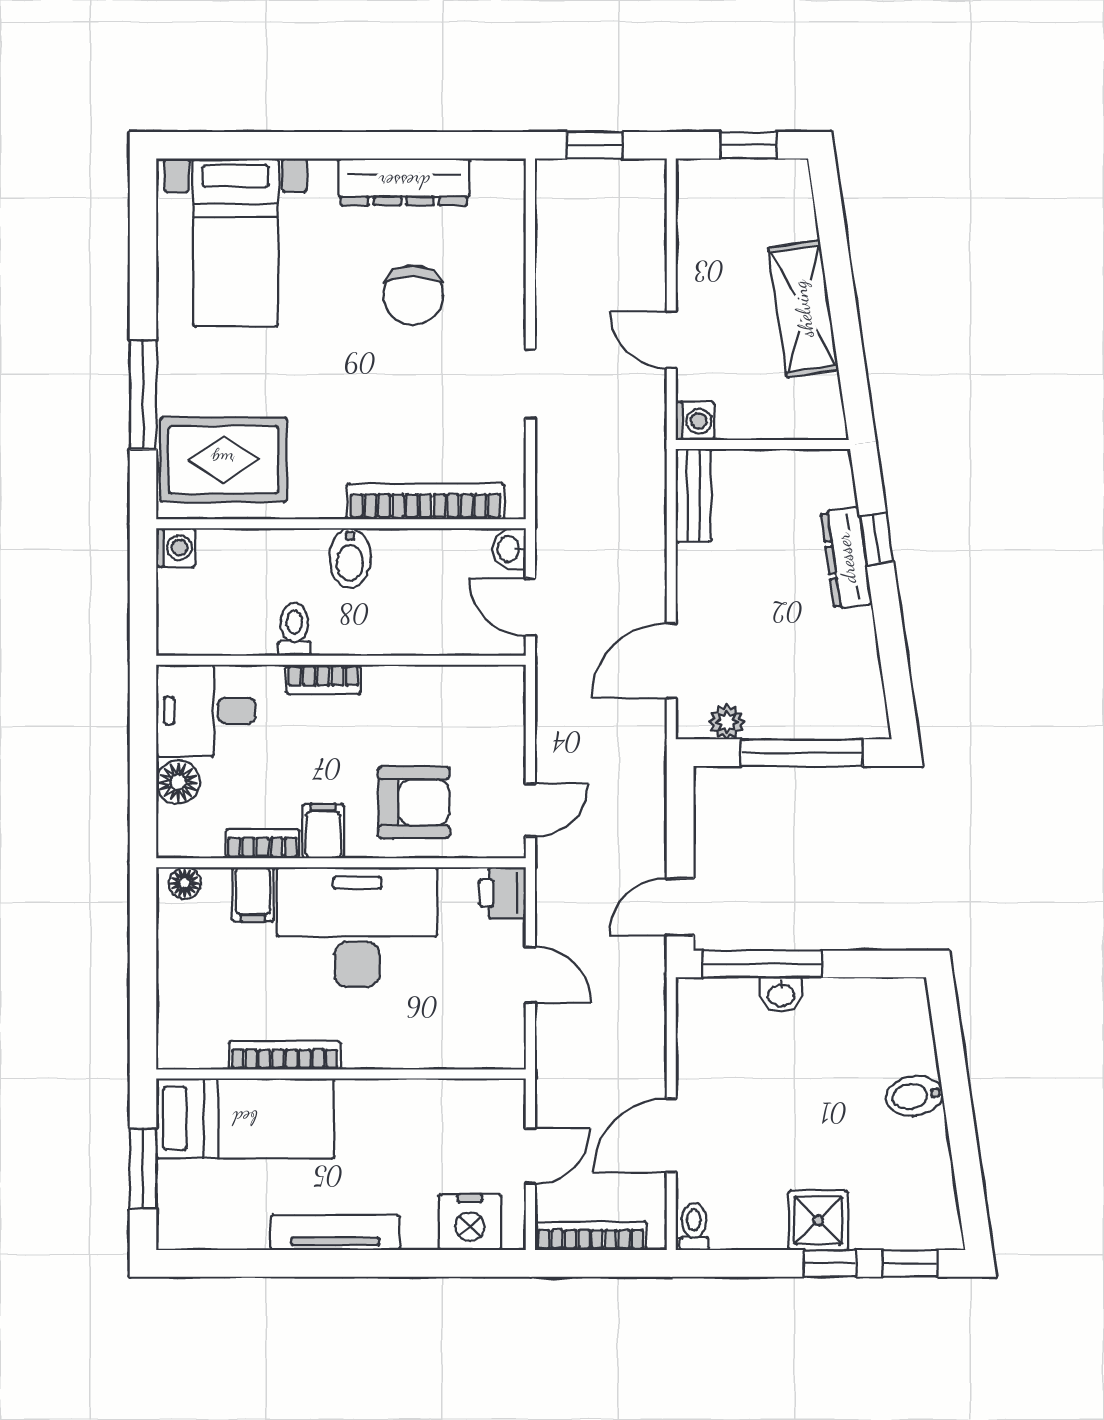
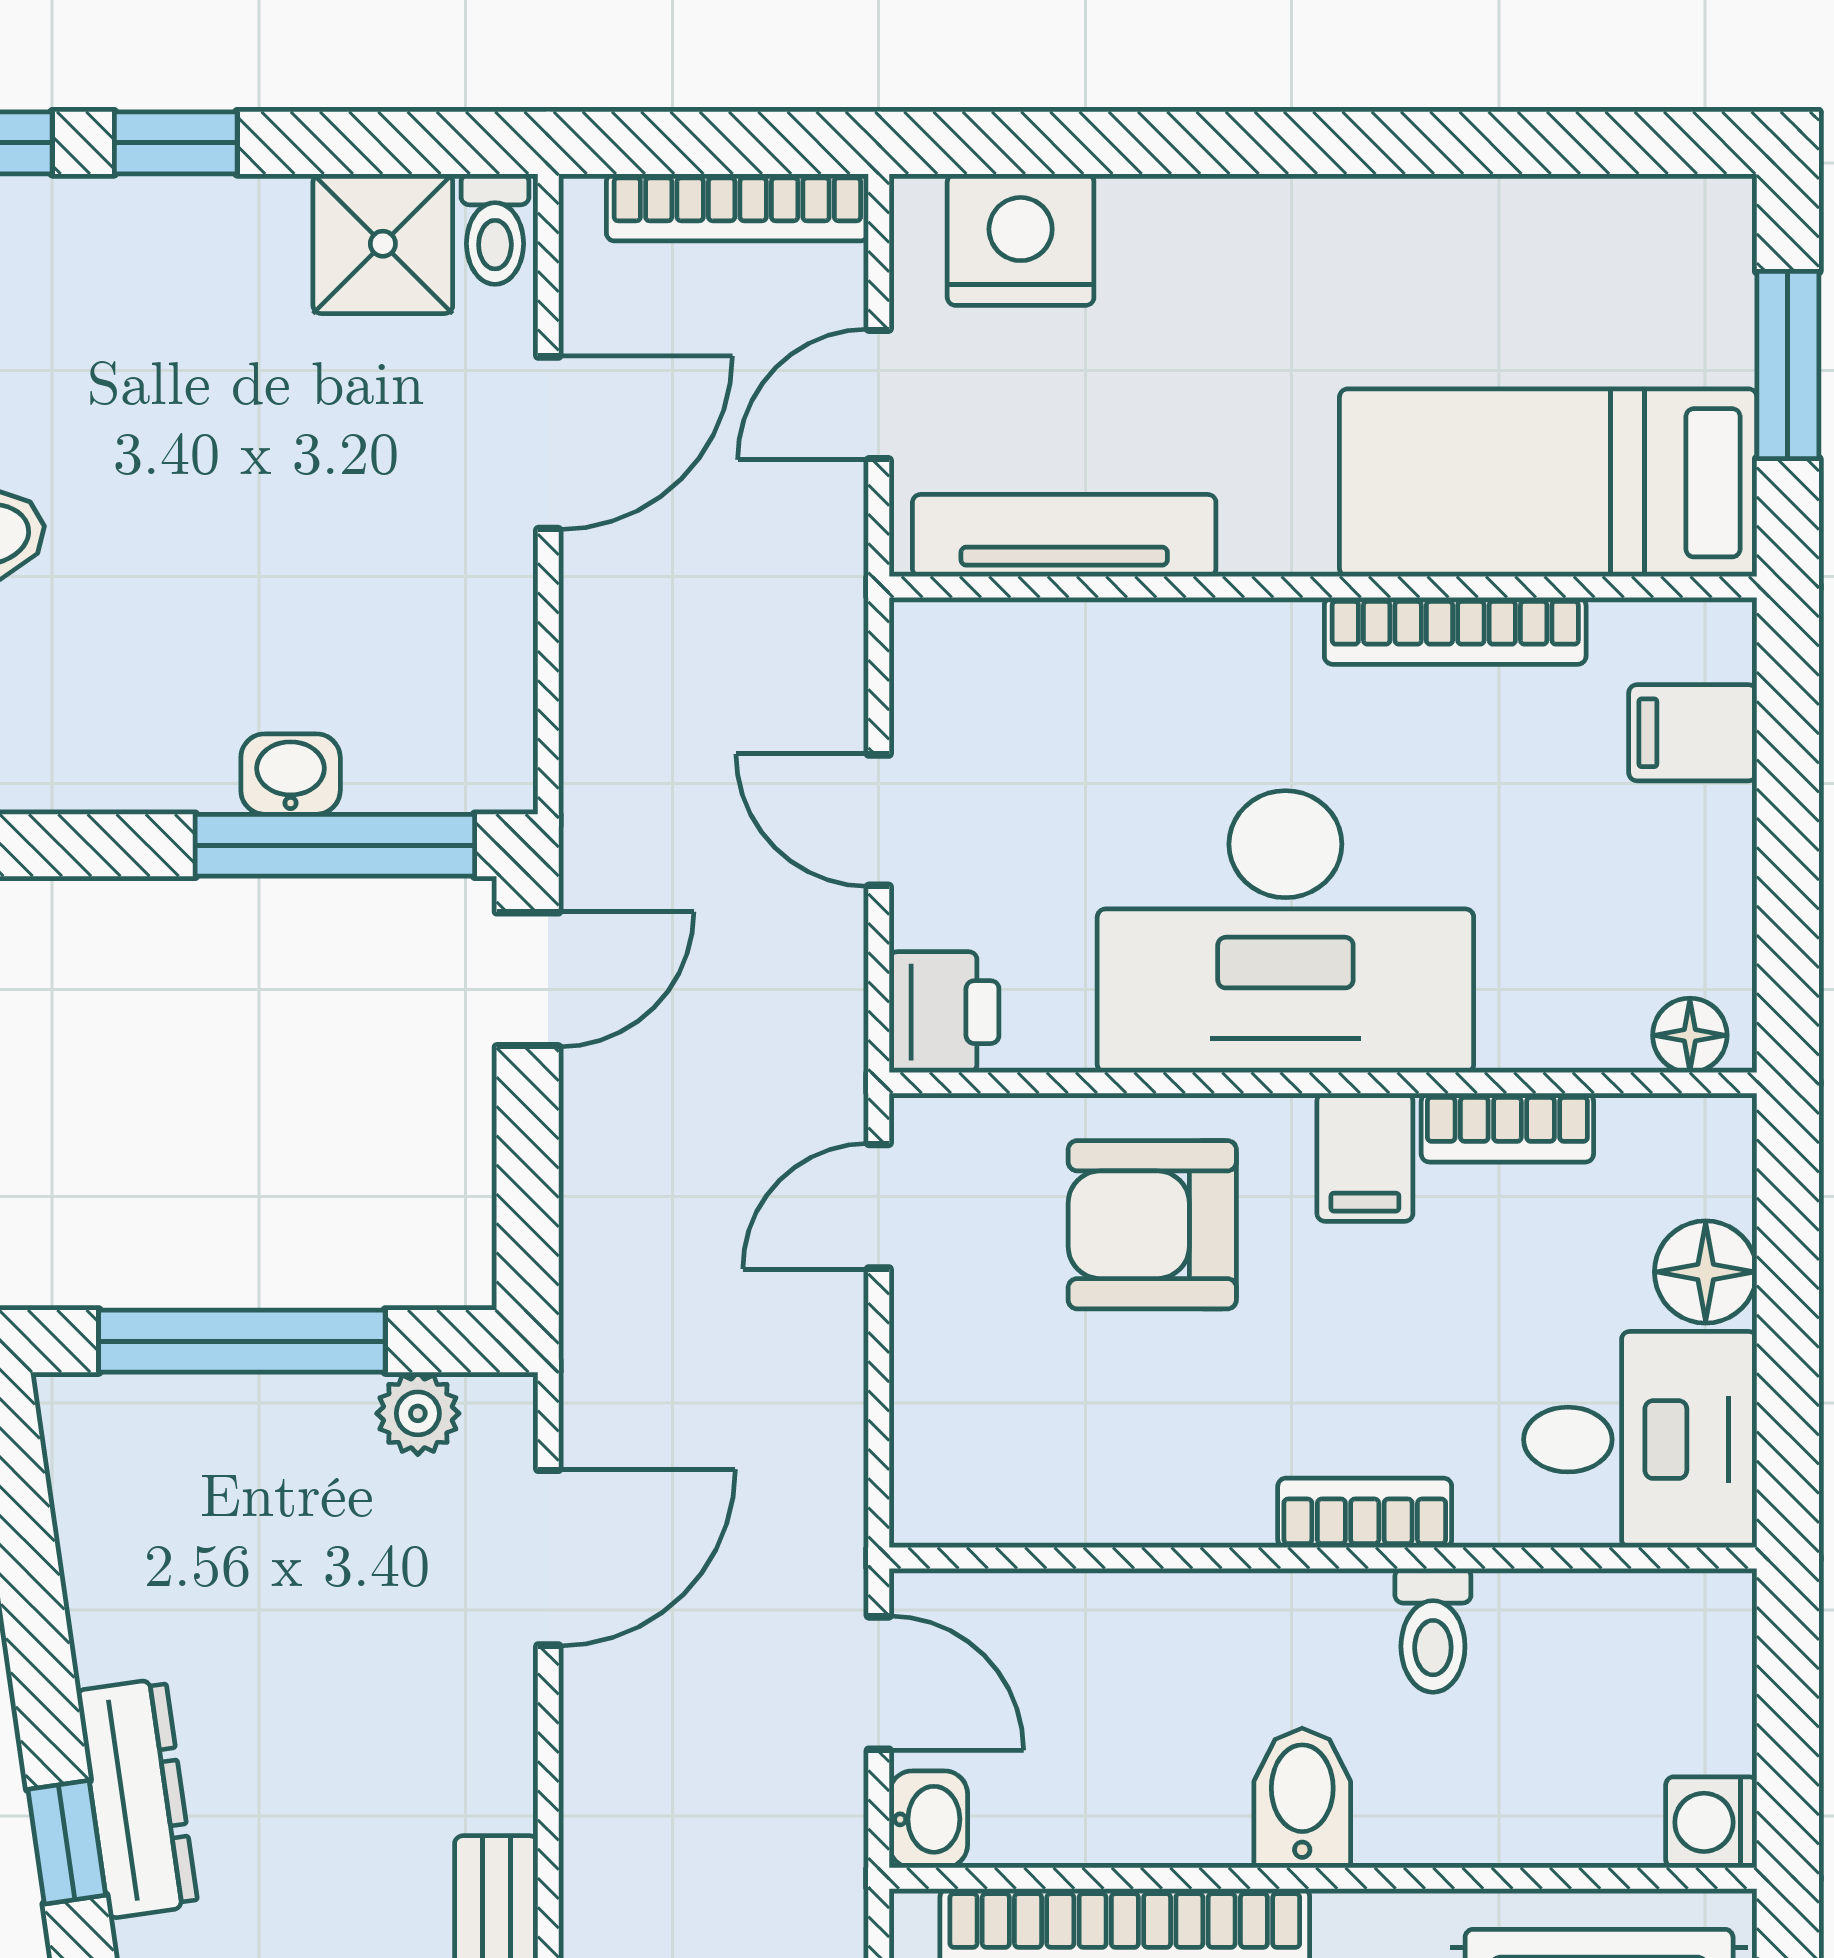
filing cabinet: (253, 894) -> (1693, 733), moved, turned -90
shower: (818, 1220) -> (383, 244), moved
tv unit: (335, 1233) -> (1064, 536), moved, turned 180

